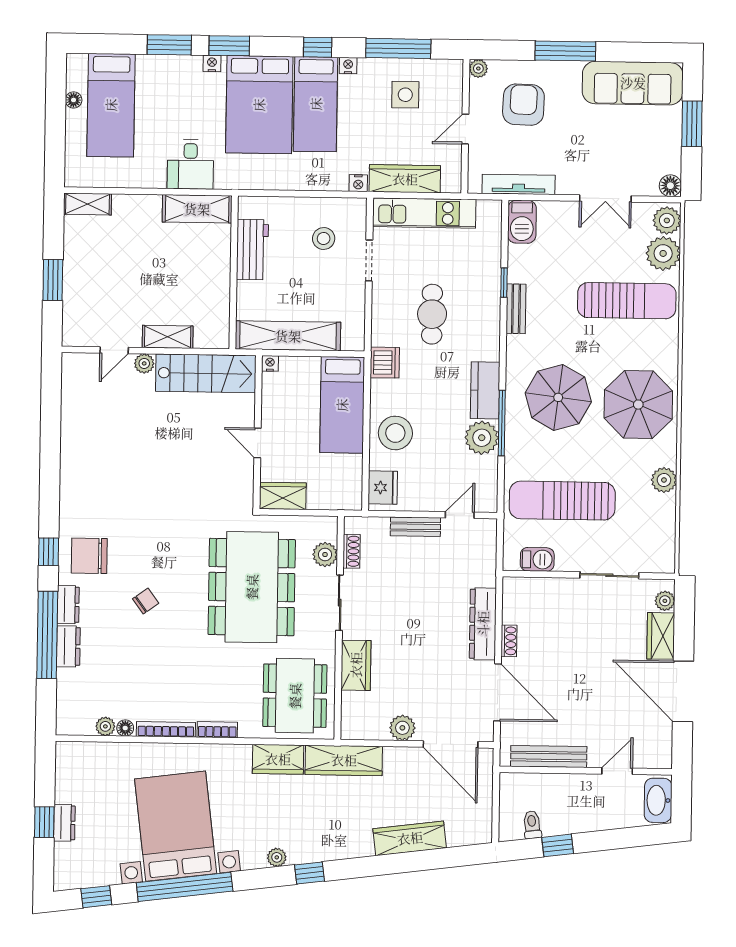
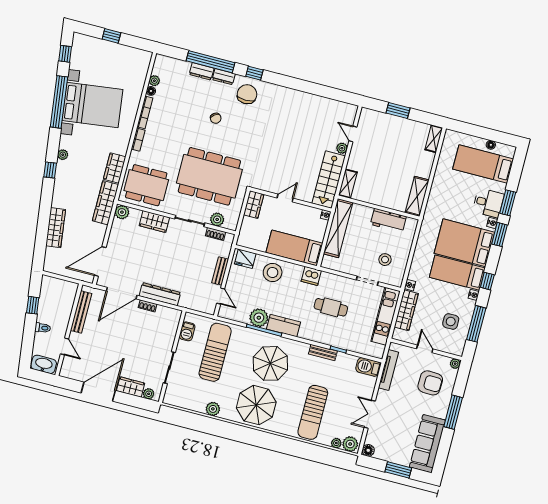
desk: (190, 164) -> (488, 203), moved, turned 180
plant: (663, 253) -> (336, 443), width x0.53, depth x0.53
shelving: (168, 337) -> (348, 184), moved
plant: (402, 728) -> (122, 212), moved
dresser: (64, 823) -> (109, 46), removed
toilet: (532, 825) -> (43, 328), moved

